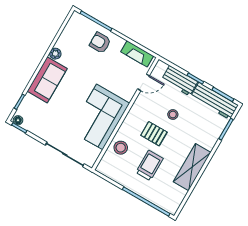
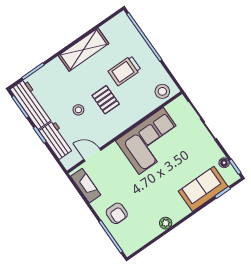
sofa: (47, 80) -> (203, 189), moved
floor lamp: (18, 120) -> (224, 163), moved
stool: (121, 148) -> (162, 91), moved

